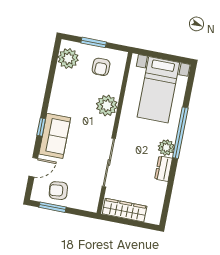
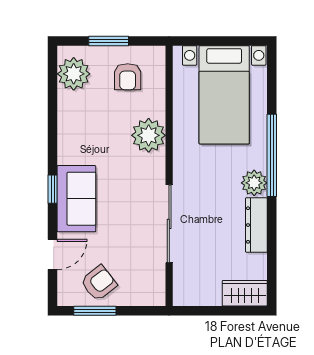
dresser: (163, 169) -> (256, 225), width x1.44
armchair: (58, 191) -> (99, 283), turned 148
wardrobe: (125, 210) -> (245, 293), moved, width x0.67

